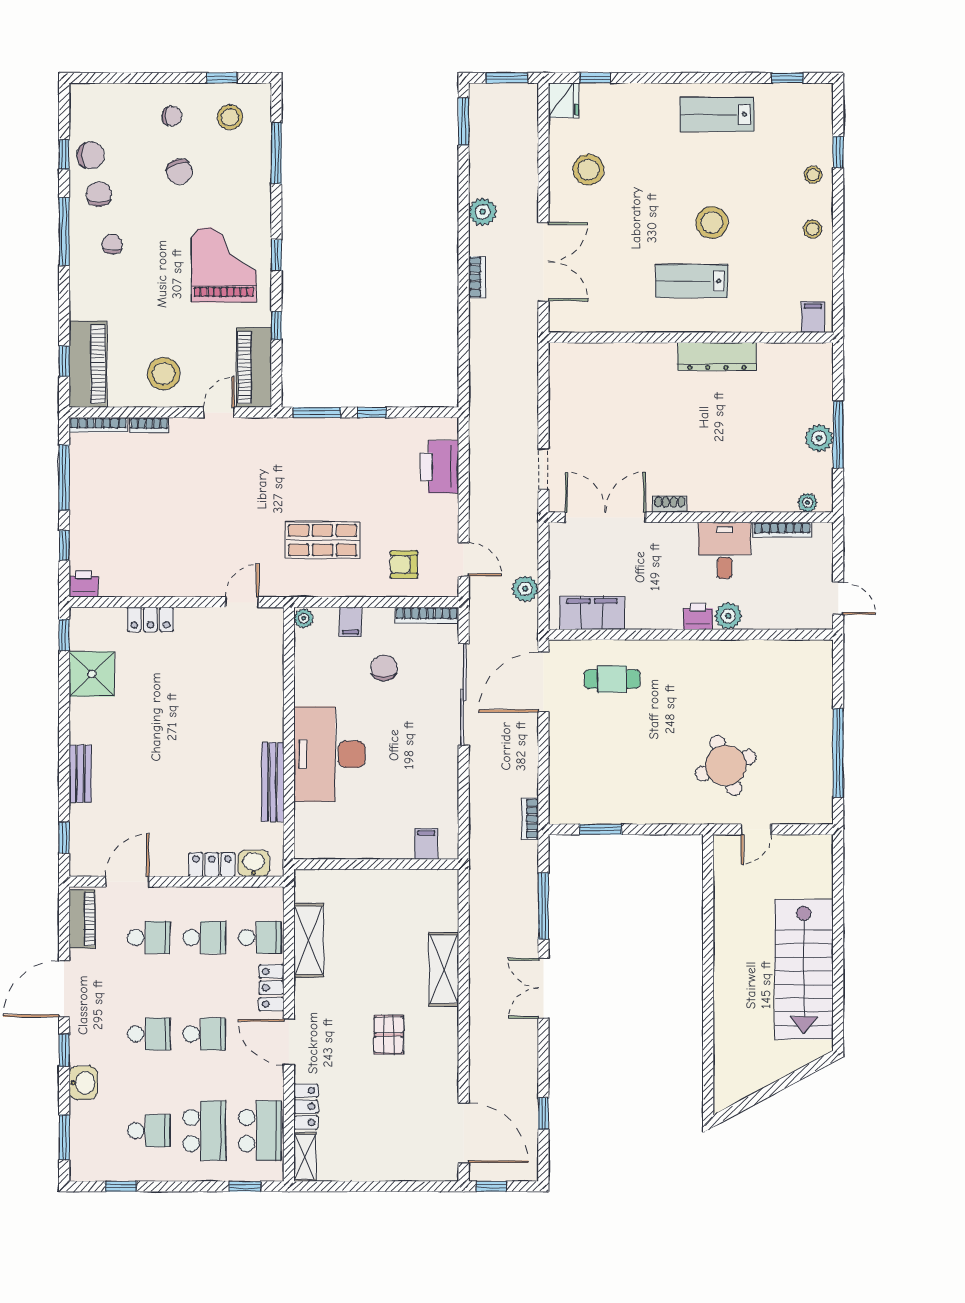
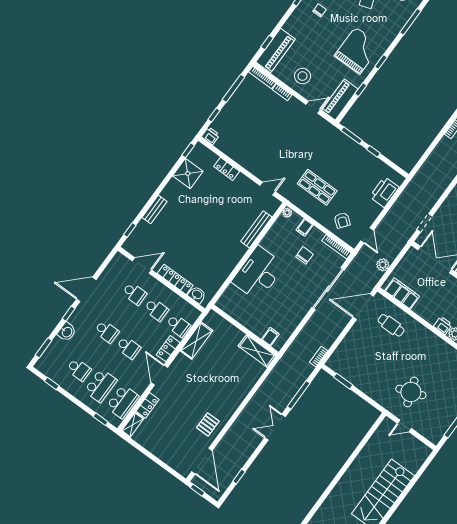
armchair: (404, 565) -> (342, 220), turned -143
bench: (273, 782) -> (256, 229), moved
locker: (212, 865) -> (175, 279), width x1.53
piano: (82, 919) -> (114, 267), removed
shelving: (444, 969) -> (257, 351), moved, turned 90
pallet: (389, 1035) -> (208, 424), moved

